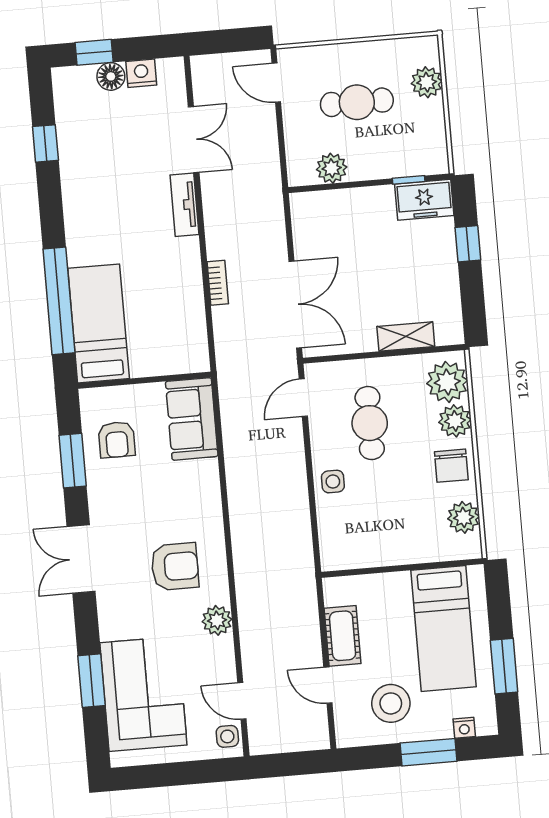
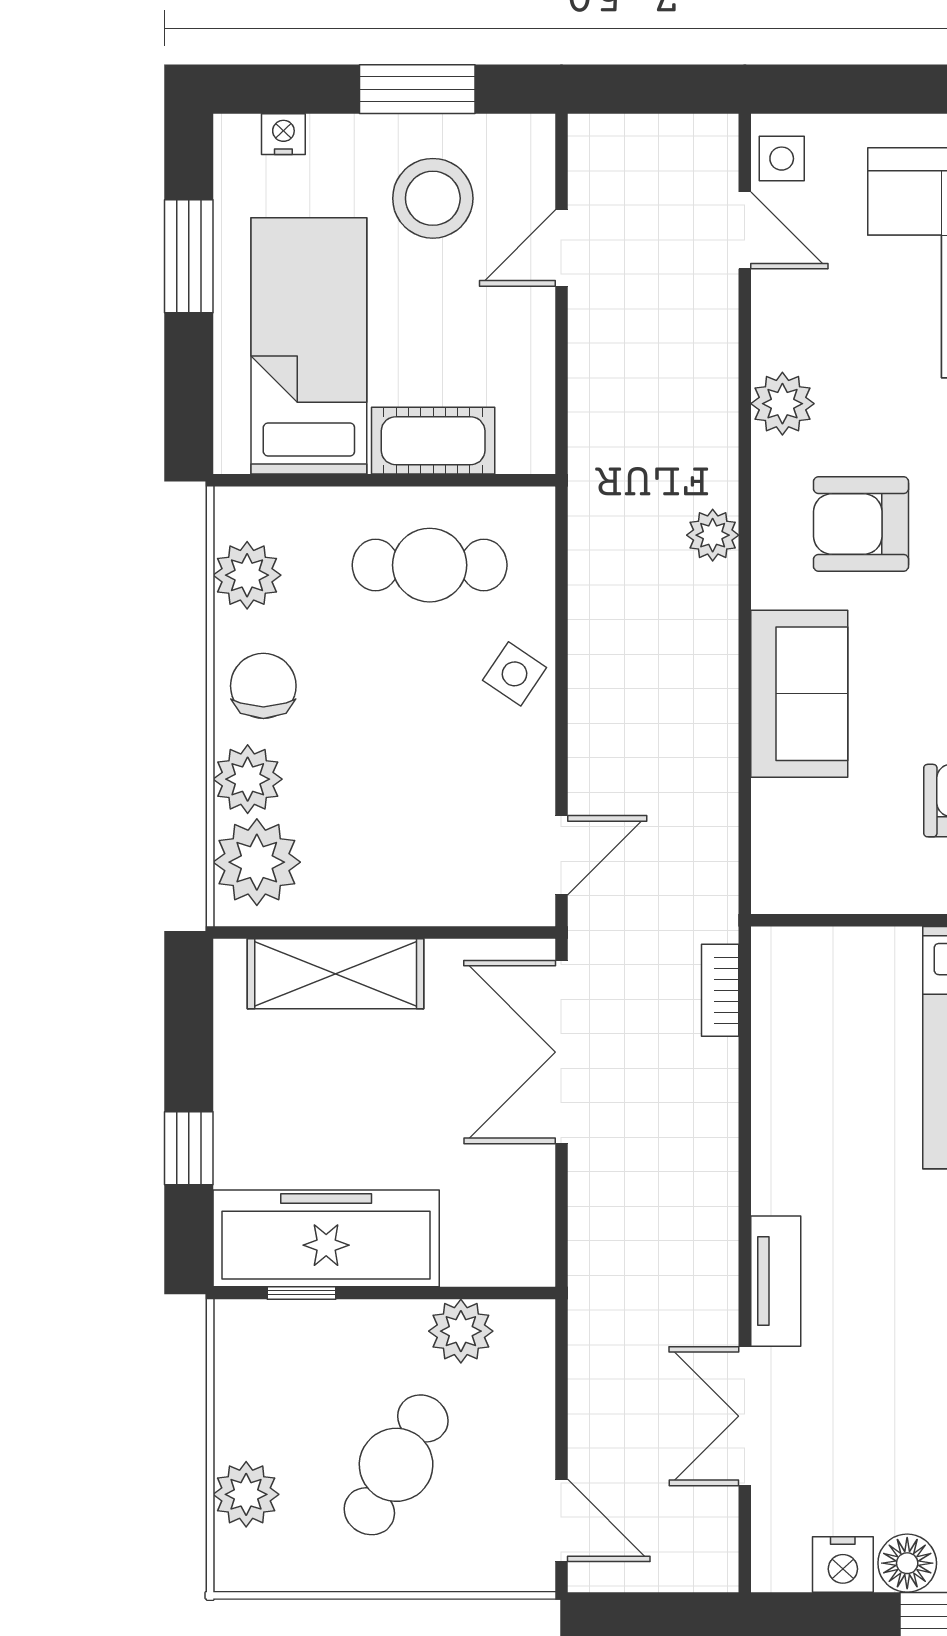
cafe table: (357, 102) -> (396, 1465), turned -60
freezer: (424, 200) -> (326, 1238), width x1.91, depth x1.26
bookcase: (218, 283) -> (720, 990), moved
shelving: (406, 336) -> (336, 974), width x1.50, depth x1.33
sofa: (192, 419) -> (799, 694), moved
cafe table: (370, 423) -> (430, 565), moved, turned 90
side table: (333, 482) -> (515, 674), turned 34
plant: (245, 555) -> (713, 535), added
cot: (343, 636) -> (433, 441), moved, turned 90
door: (328, 685) -> (561, 248), swing flipped
window: (429, 752) -> (417, 89), moved

